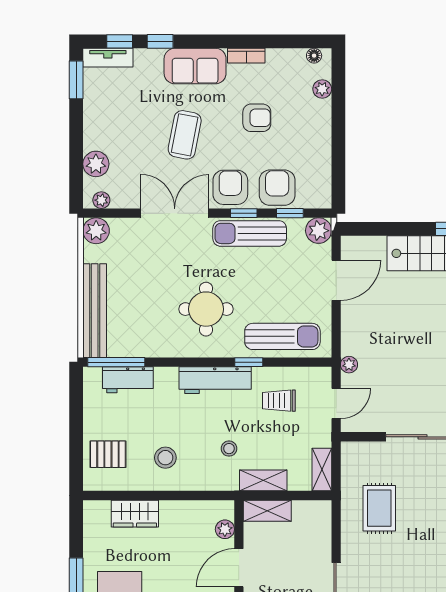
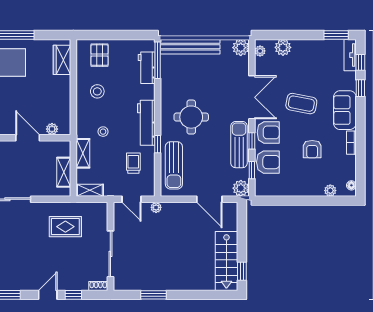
shelving: (267, 511) -> (64, 172), moved
wardrobe: (135, 514) -> (62, 60), moved

